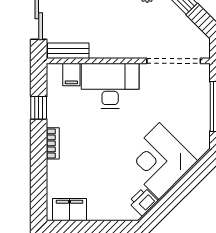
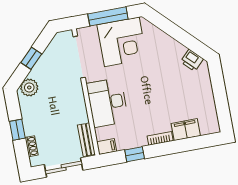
filing cabinet: (71, 74) -> (107, 147), moved
corner desk: (159, 161) -> (122, 42), moved, turned -45
filing cabinet: (69, 210) -> (186, 130), moved, turned 90

